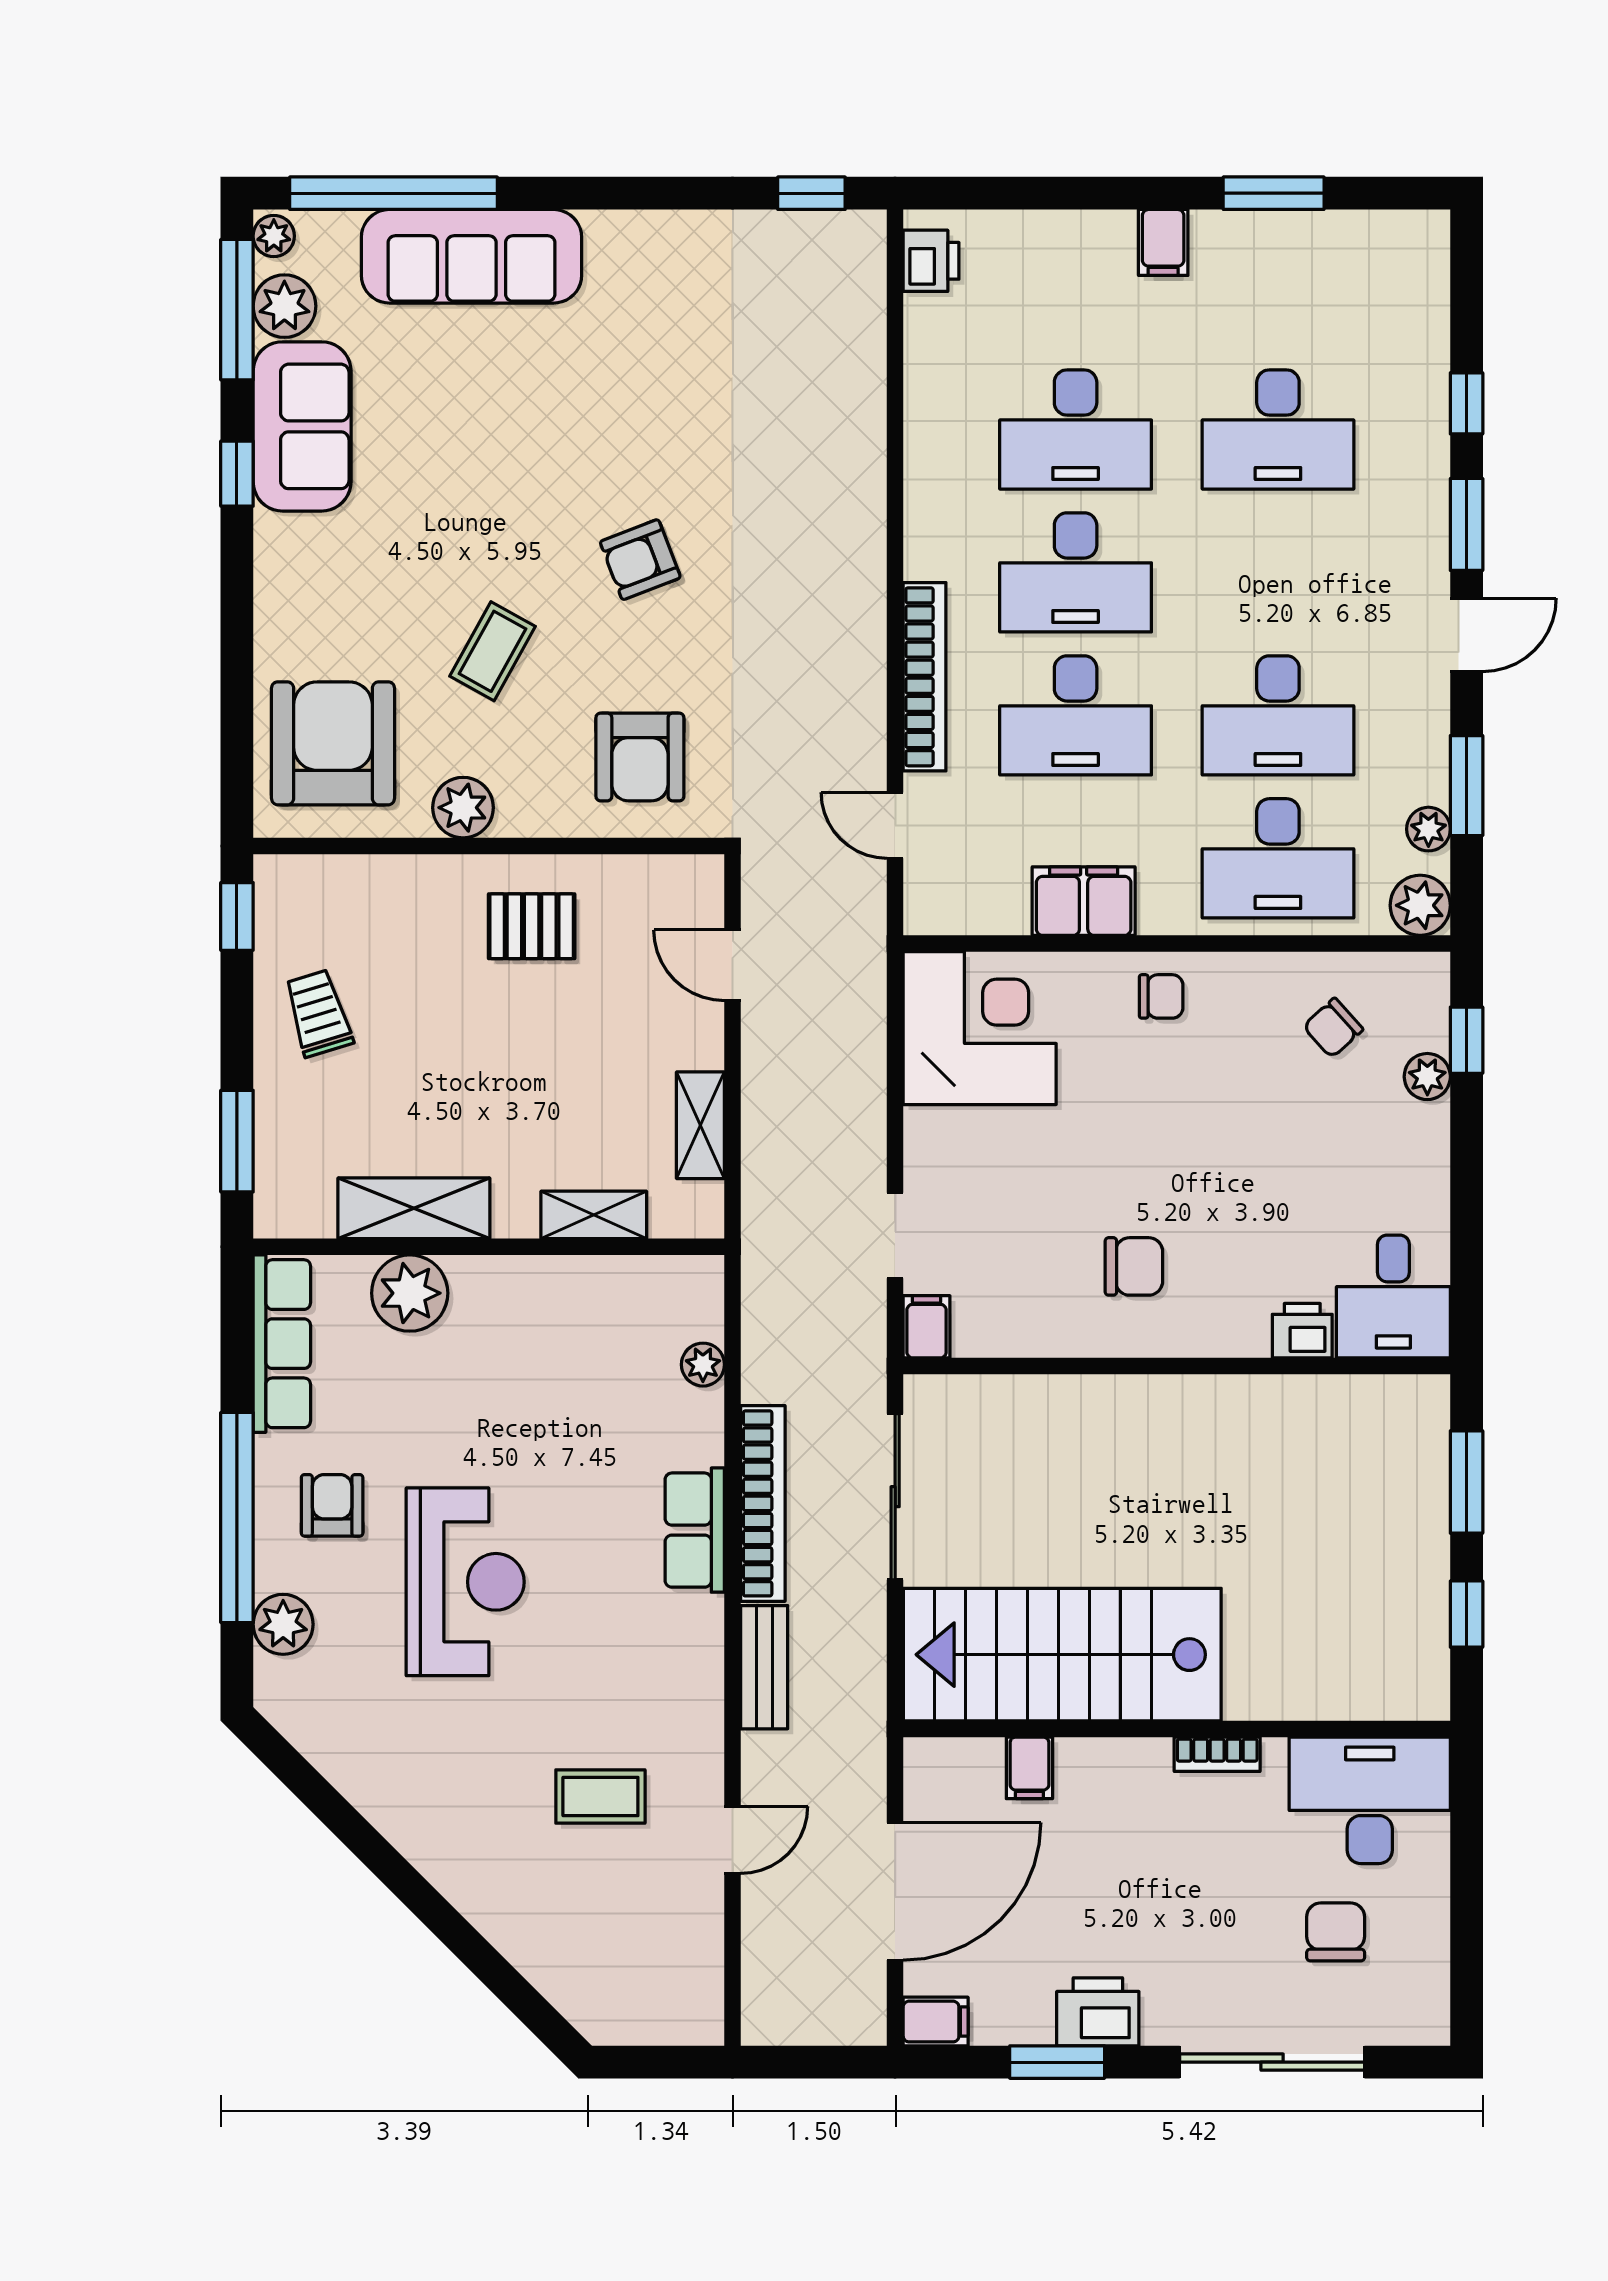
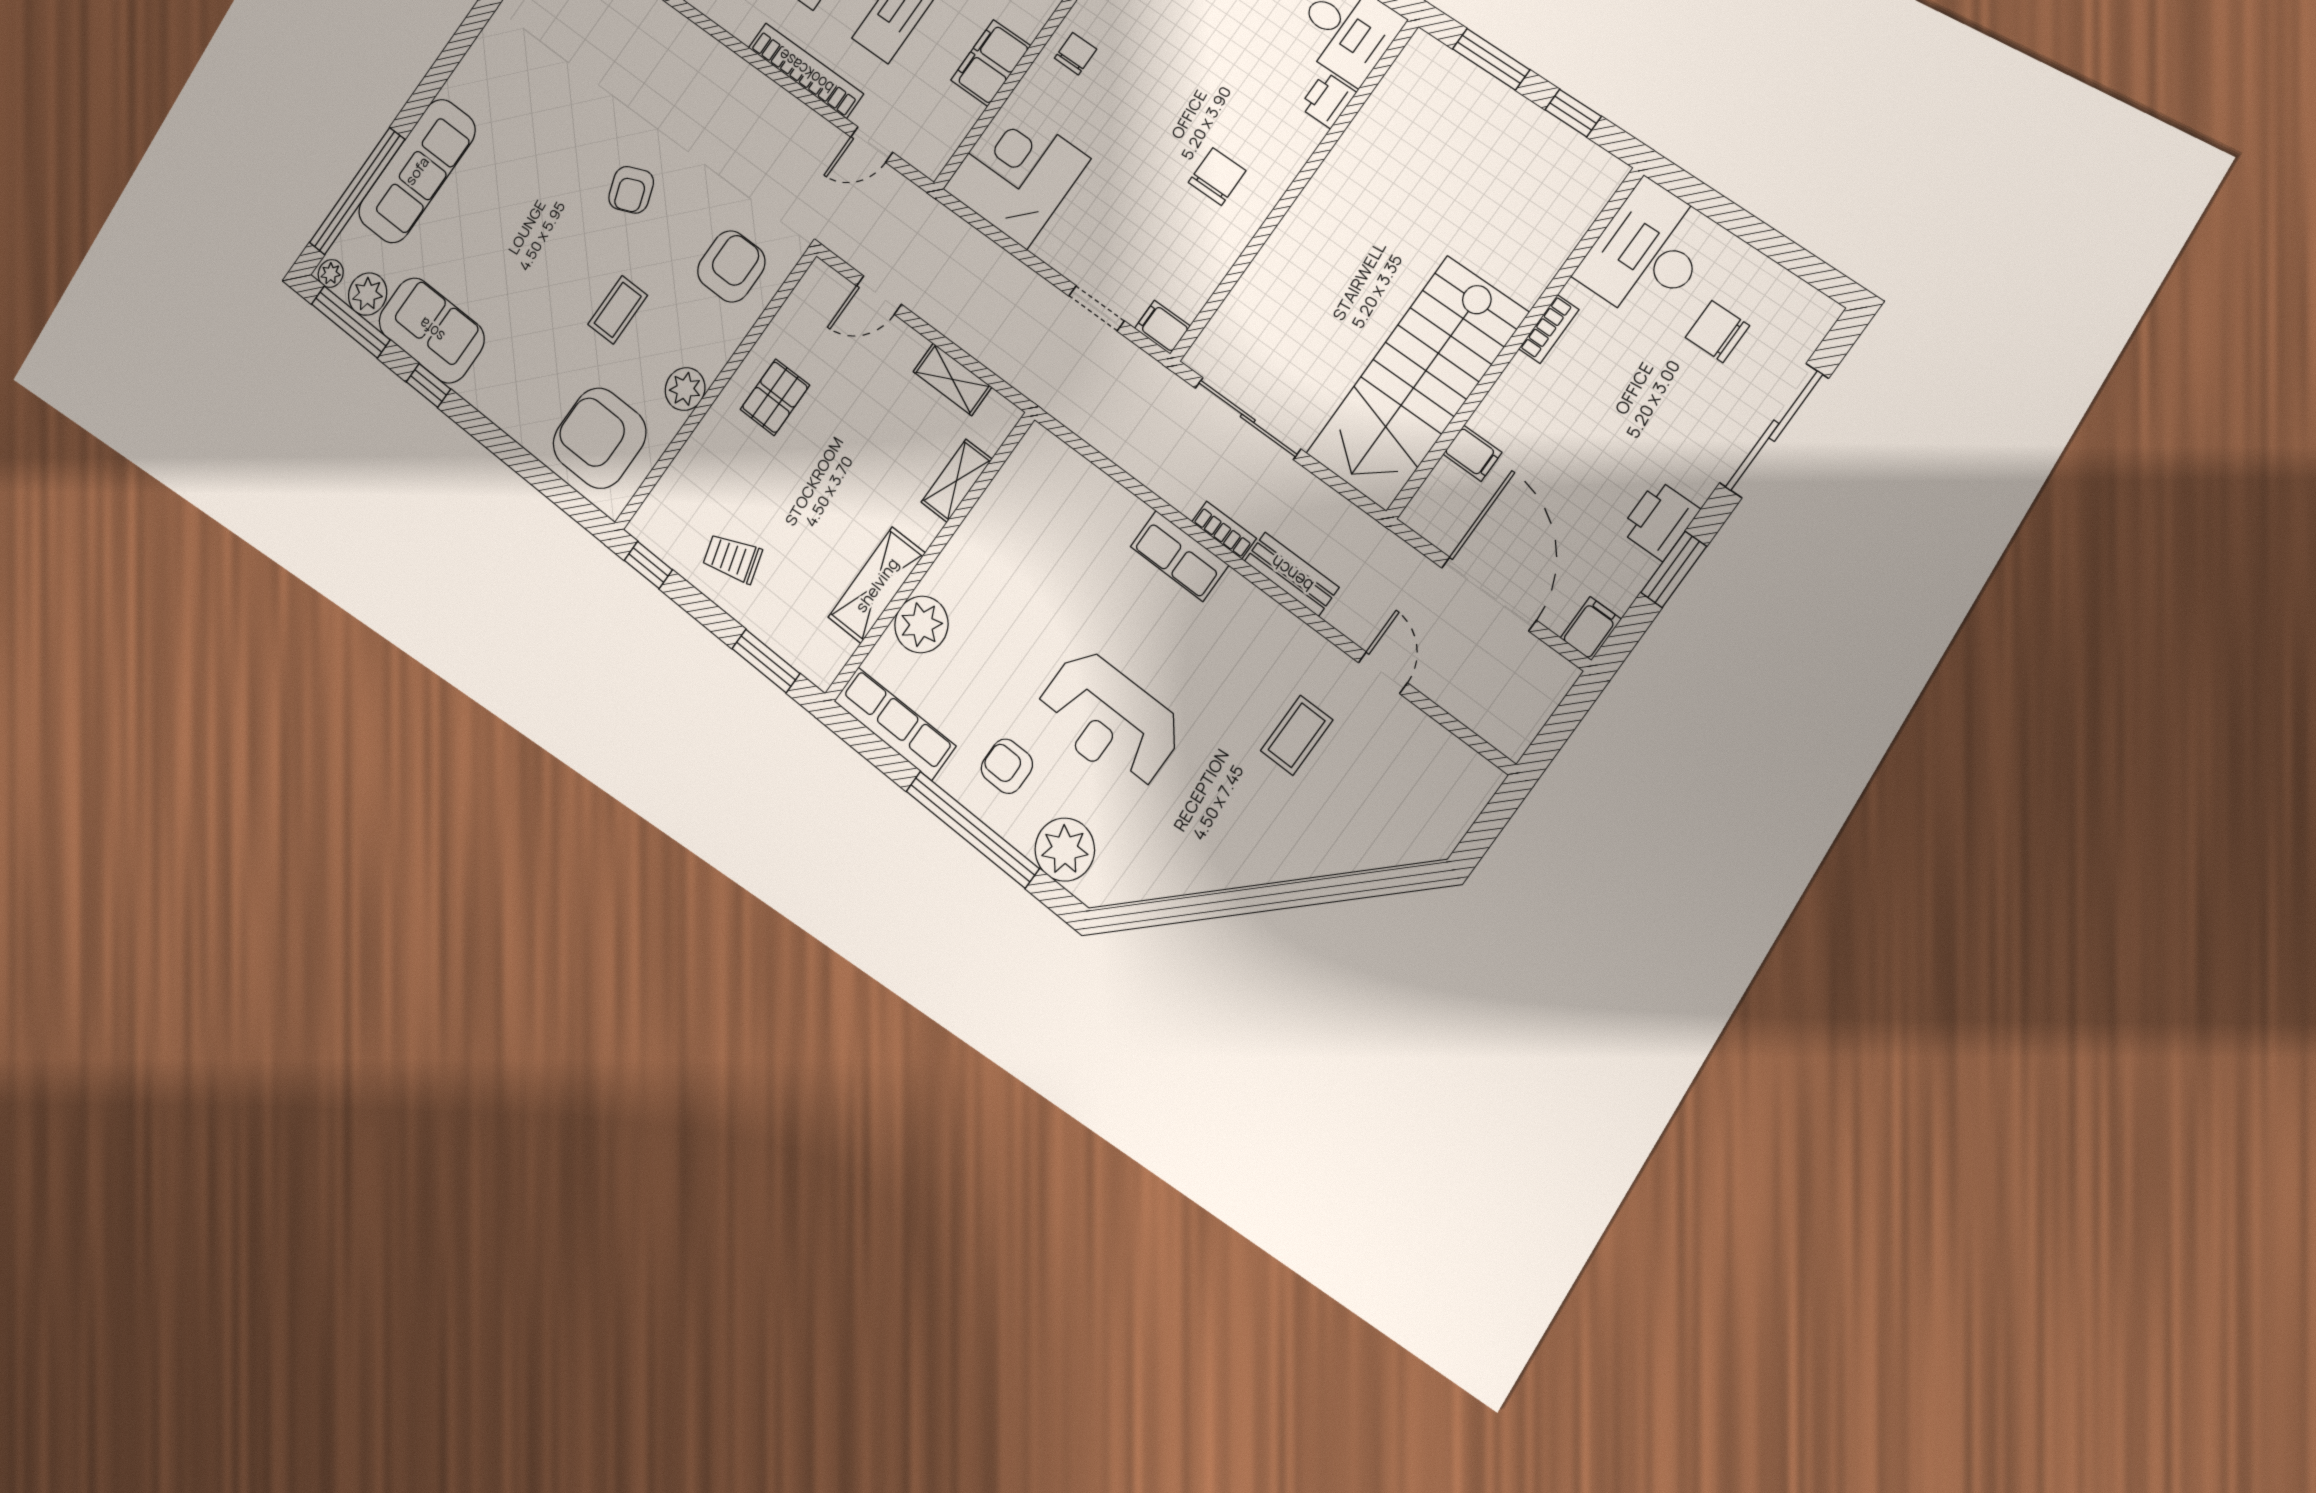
coffee table: (493, 651) -> (618, 310), turned 61
armchair: (640, 757) -> (731, 266), turned -90
plant: (703, 1365) -> (1087, 479), removed
bookcase: (763, 1503) -> (1224, 530), width x0.43, depth x0.76
reception desk: (465, 1582) -> (1109, 720), turned 180
plant: (283, 1624) -> (1065, 850), width x1.36, depth x1.36

